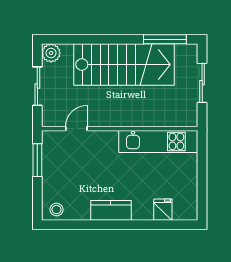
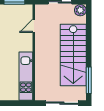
sliding door: (202, 83) -> (62, 103), width x1.37
door: (76, 129) -> (34, 26), swing flipped

